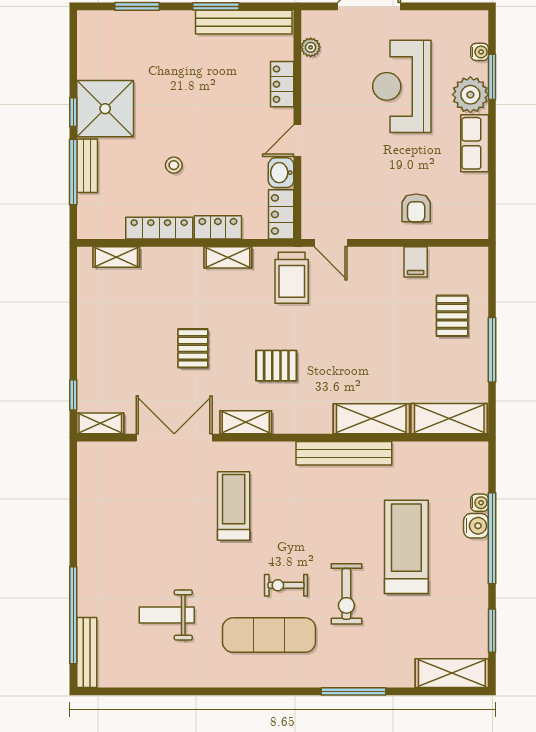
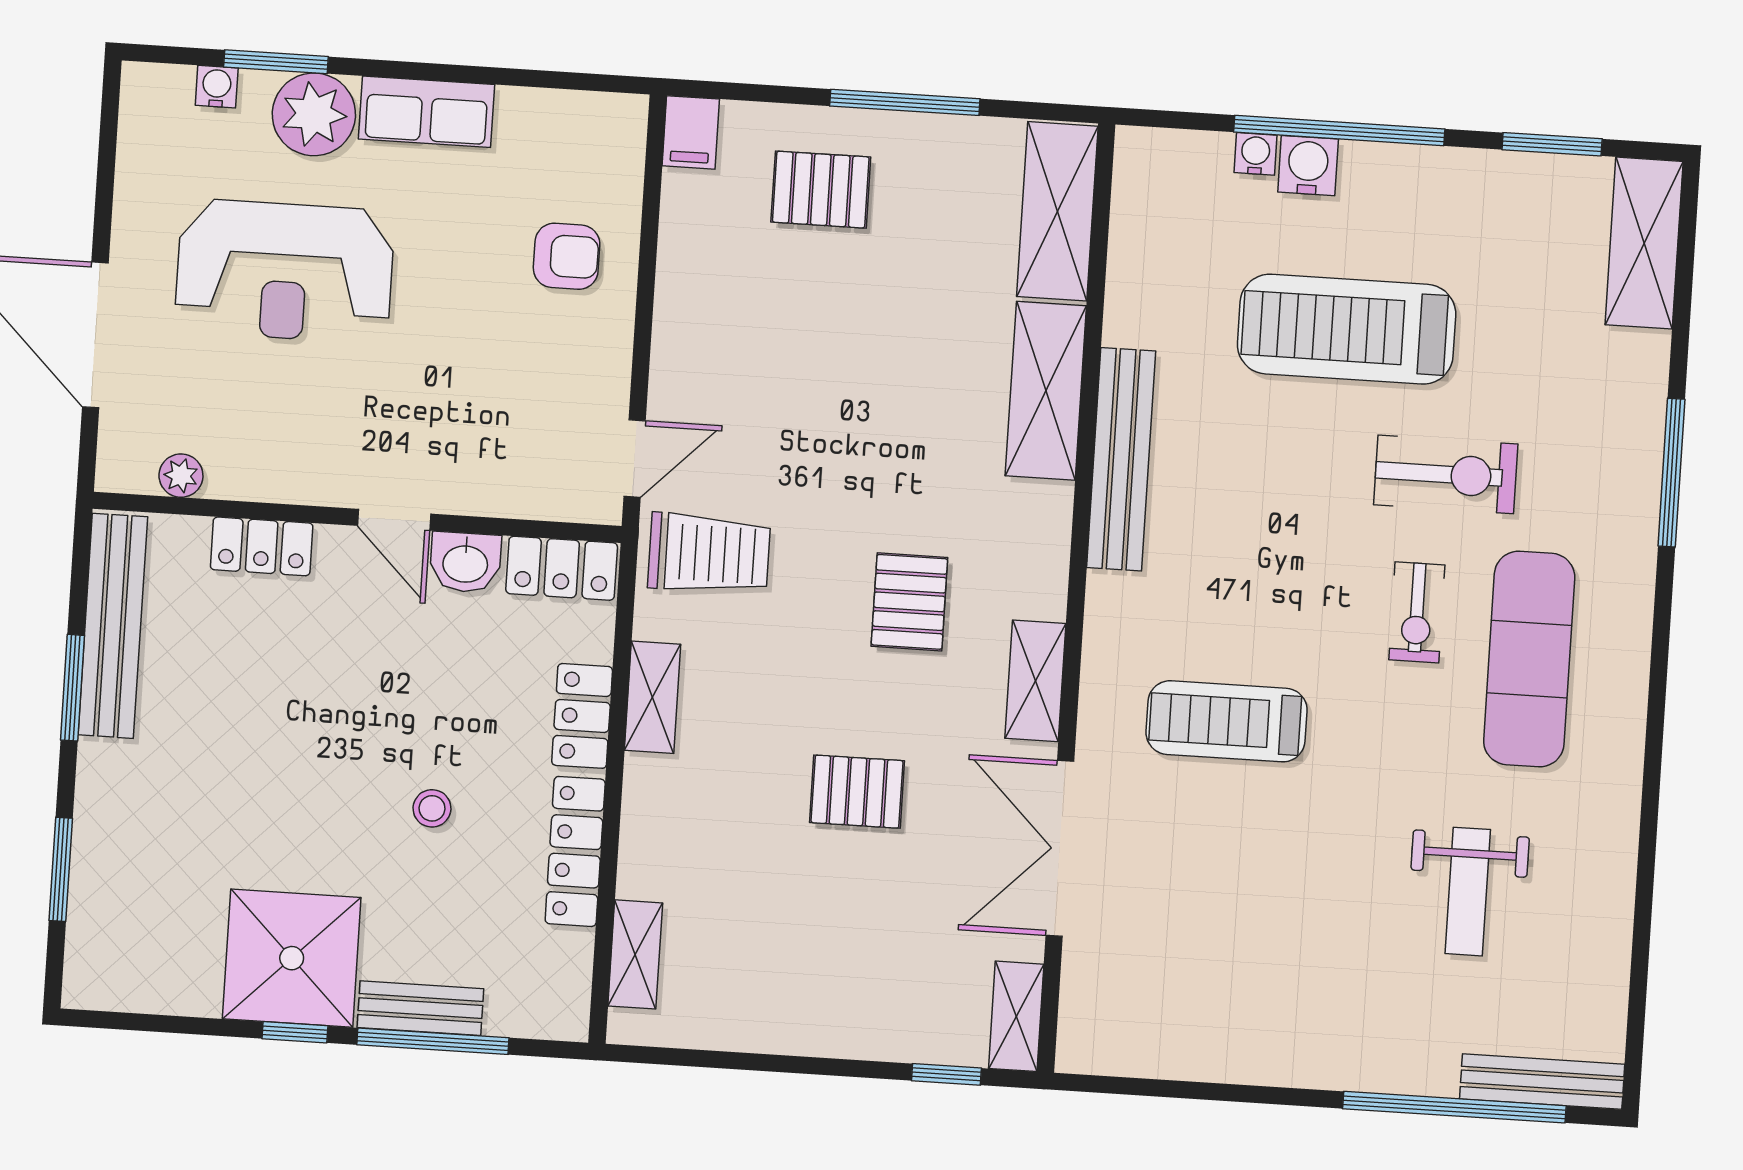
filing cabinet: (416, 262) -> (691, 132), moved, turned 90

